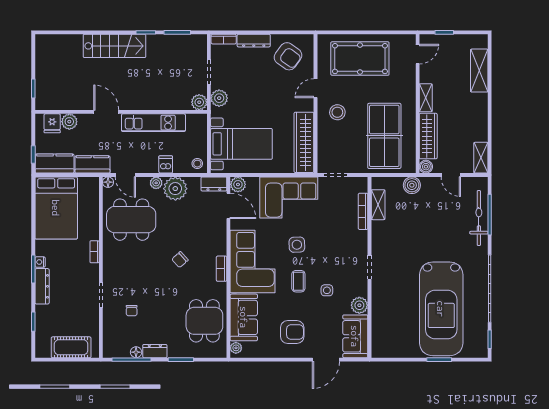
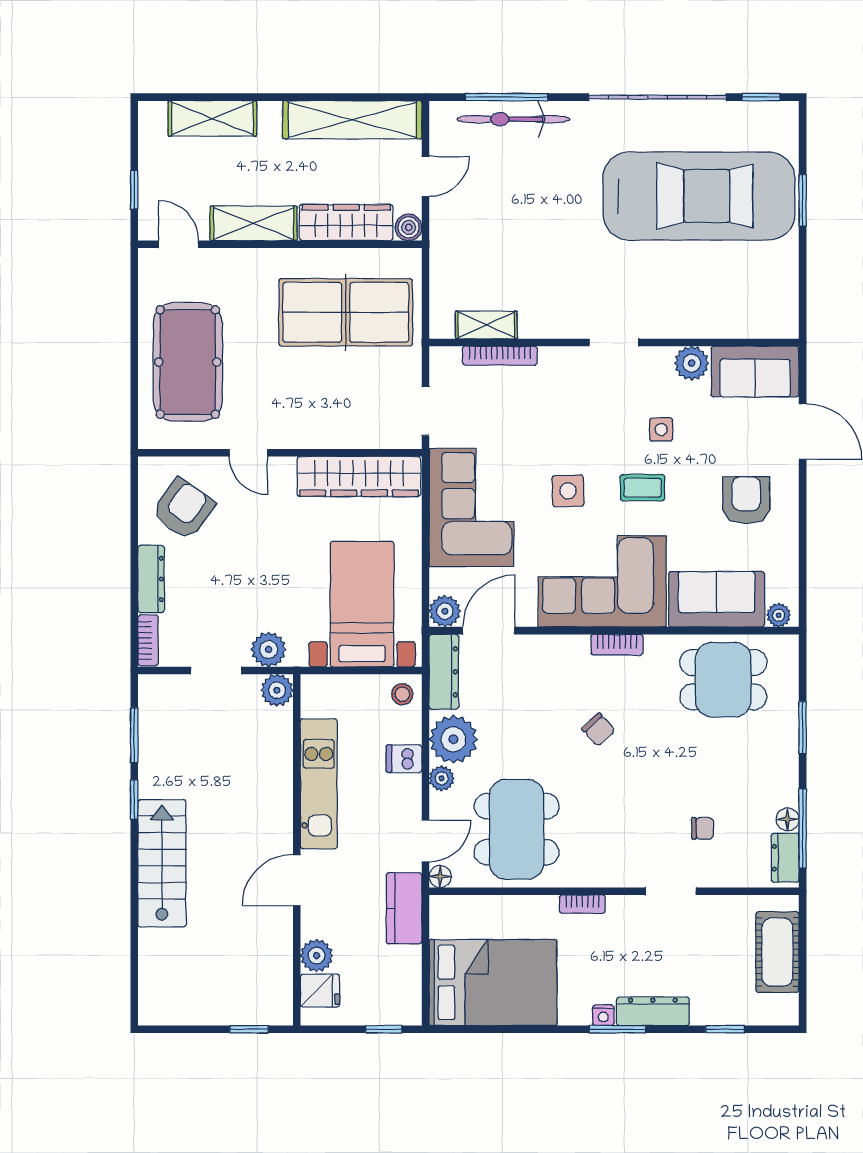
shelving: (426, 98) -> (254, 223), width x1.50, depth x1.33
stool: (337, 112) -> (297, 408), removed
shelving: (481, 158) -> (352, 120), width x2.20, depth x1.33
kitchen counter: (55, 164) -> (402, 986), removed
dresser: (214, 184) -> (444, 672), width x1.44
boiler: (412, 185) -> (446, 256), removed
dresser: (155, 351) -> (785, 858), moved

